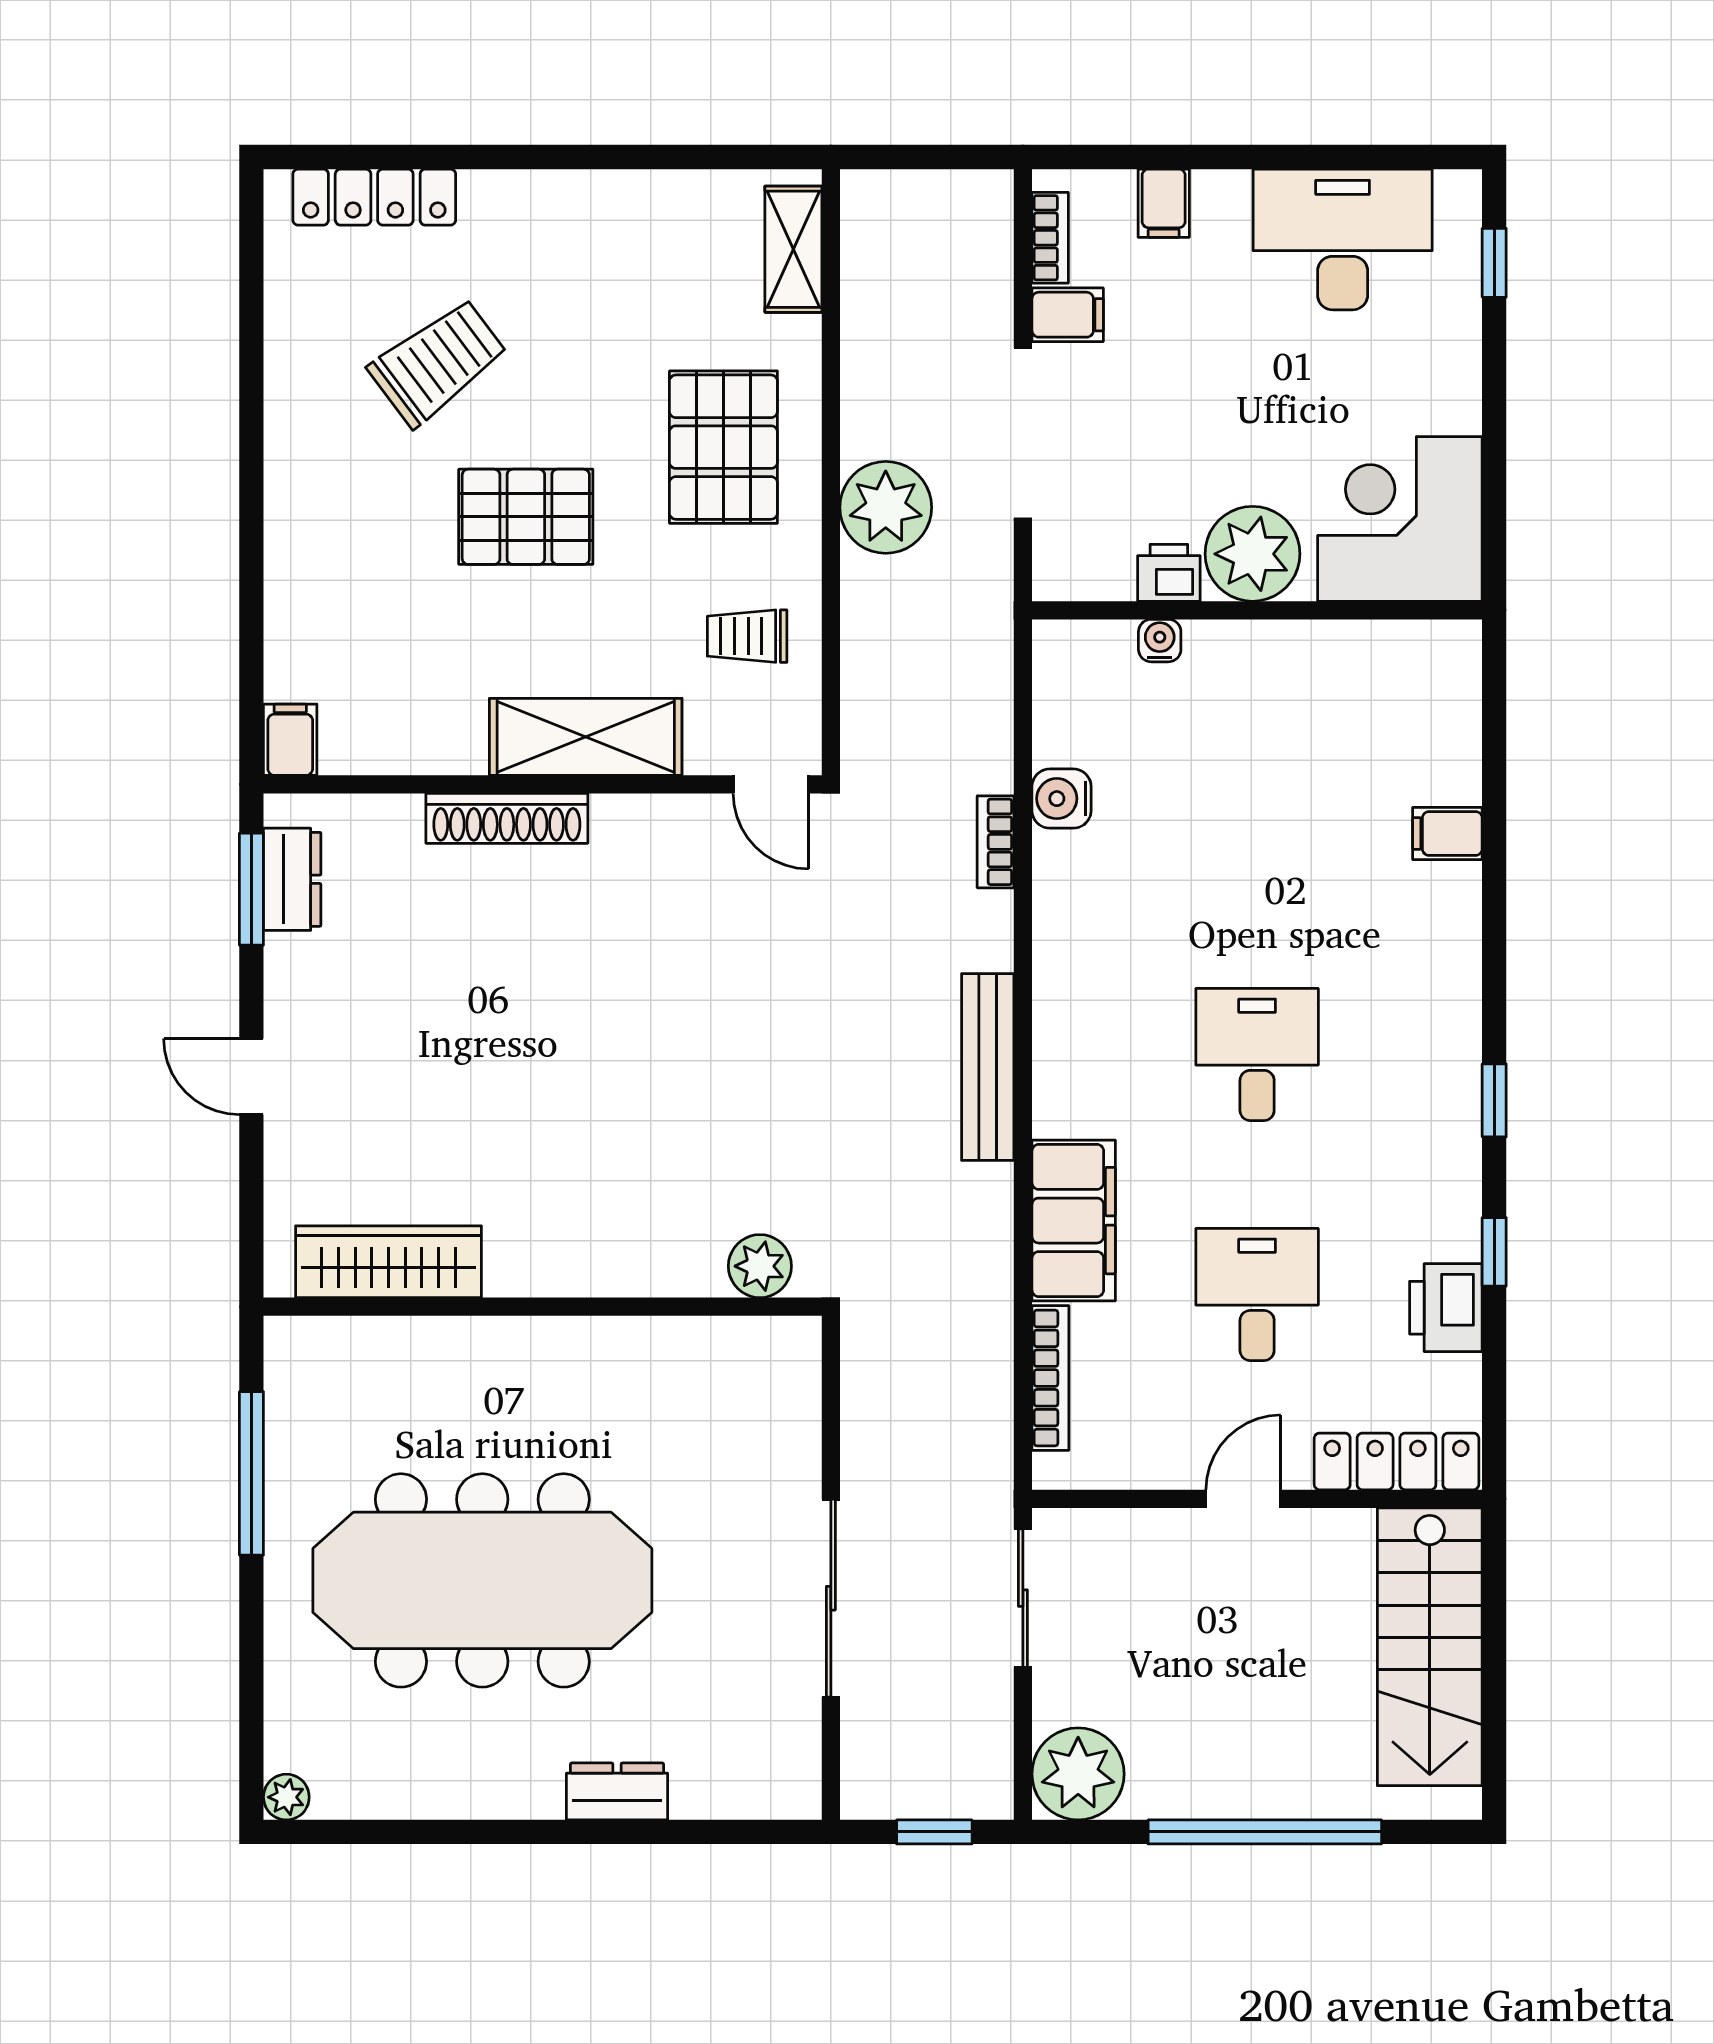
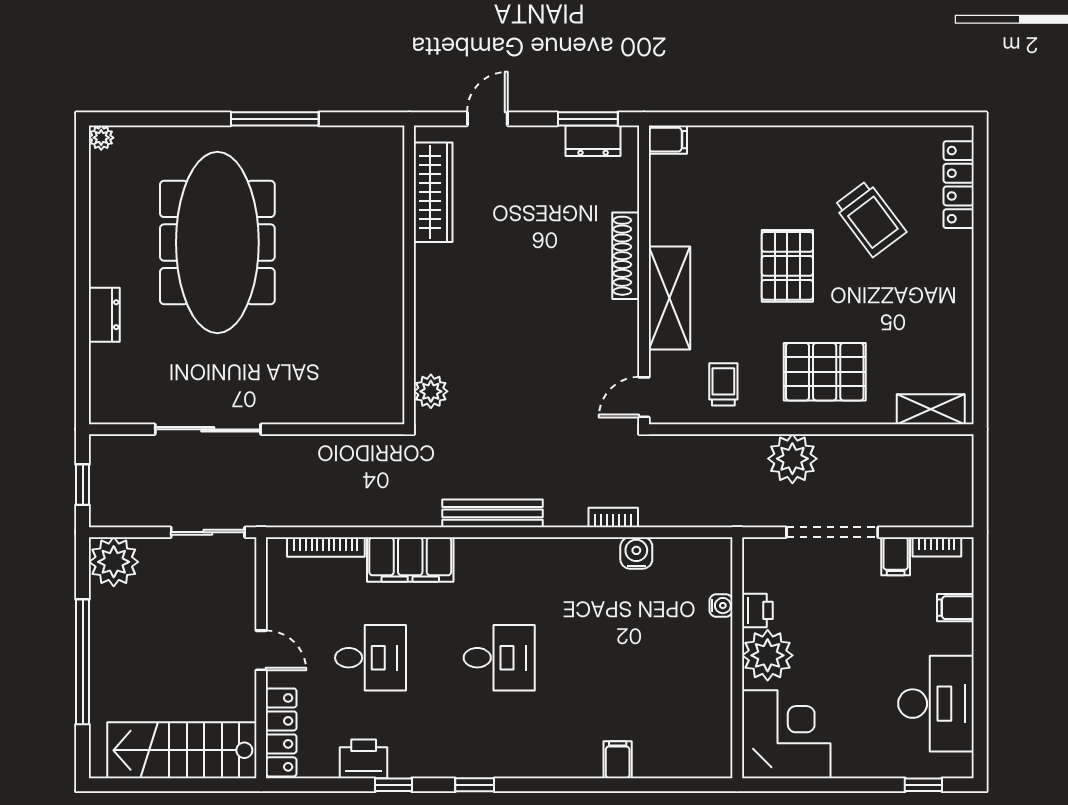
wardrobe: (388, 1262) -> (433, 192), moved
plant: (760, 1266) -> (431, 391), moved
wall: (543, 1307) -> (409, 275), moved

